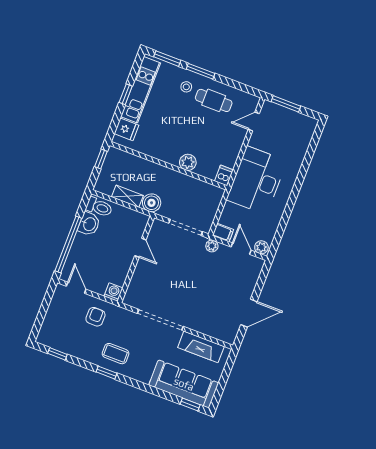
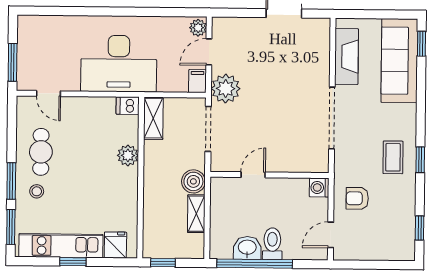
shelving: (208, 191) -> (153, 118), added
toilet: (99, 207) -> (272, 244), moved
window: (68, 245) -> (255, 264), moved
plant: (212, 246) -> (226, 89), width x1.88, depth x1.88

